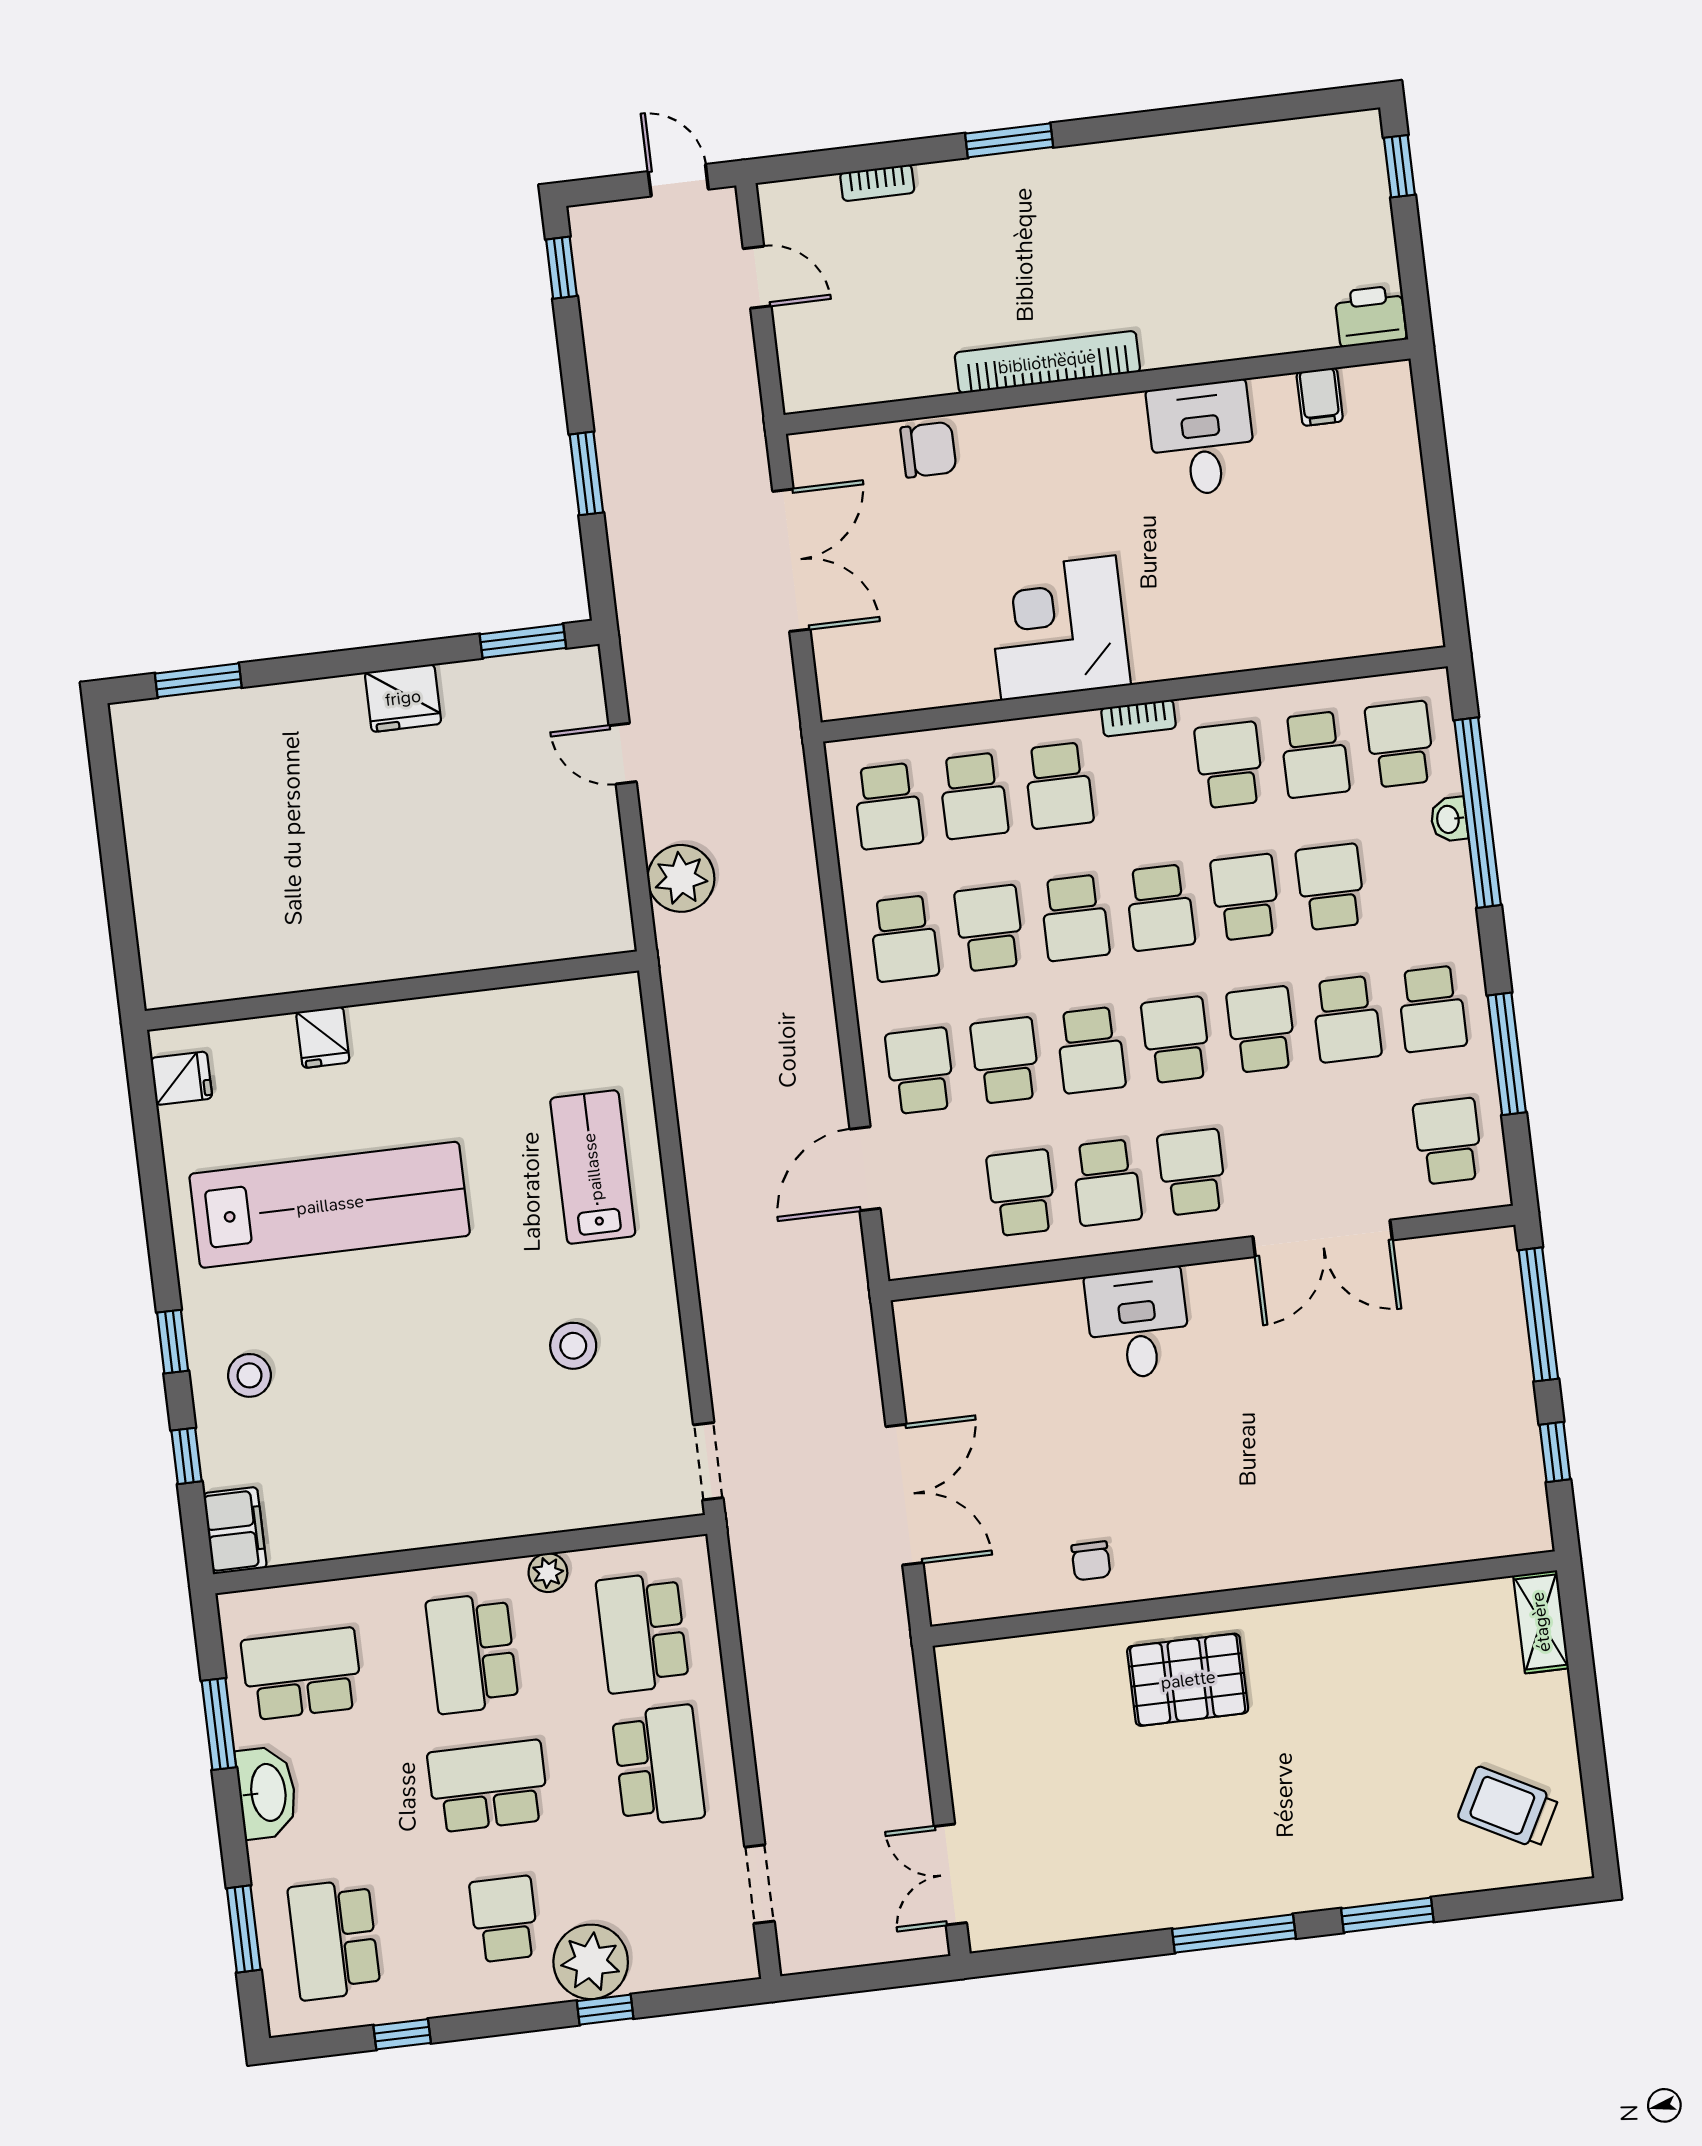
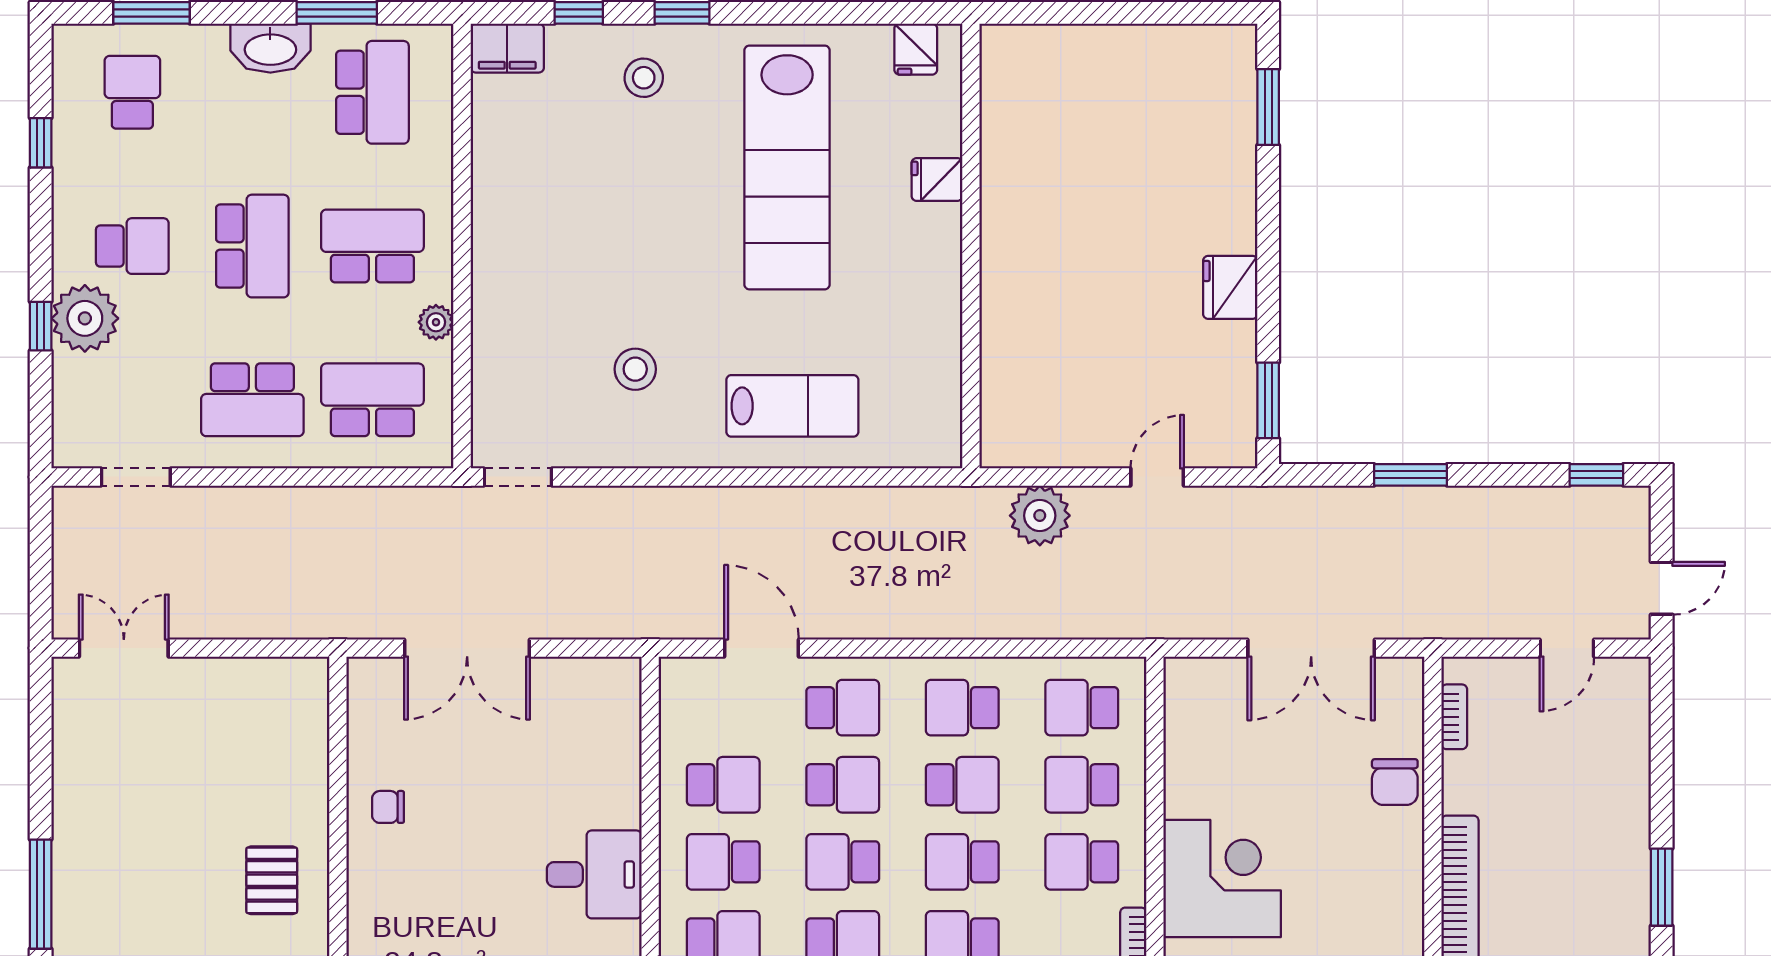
bookcase: (877, 183) -> (1454, 717), moved, turned 180
pallet: (1188, 1680) -> (272, 880), width x0.67, depth x0.71
school desk: (334, 1940) -> (132, 92), width x0.54

